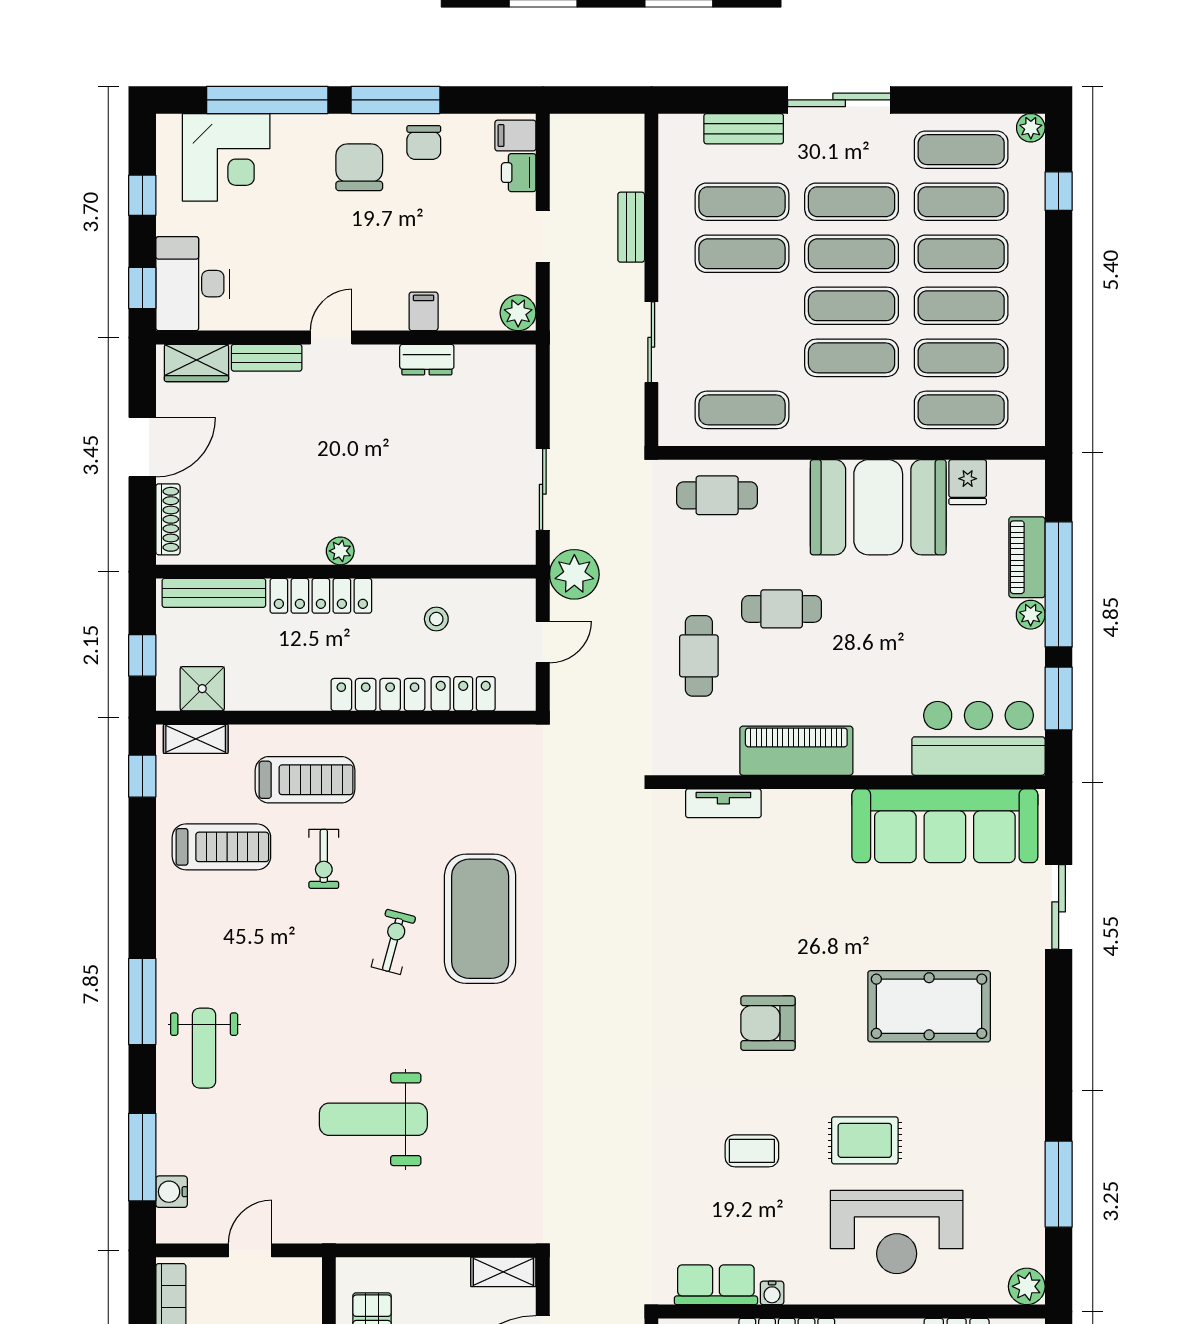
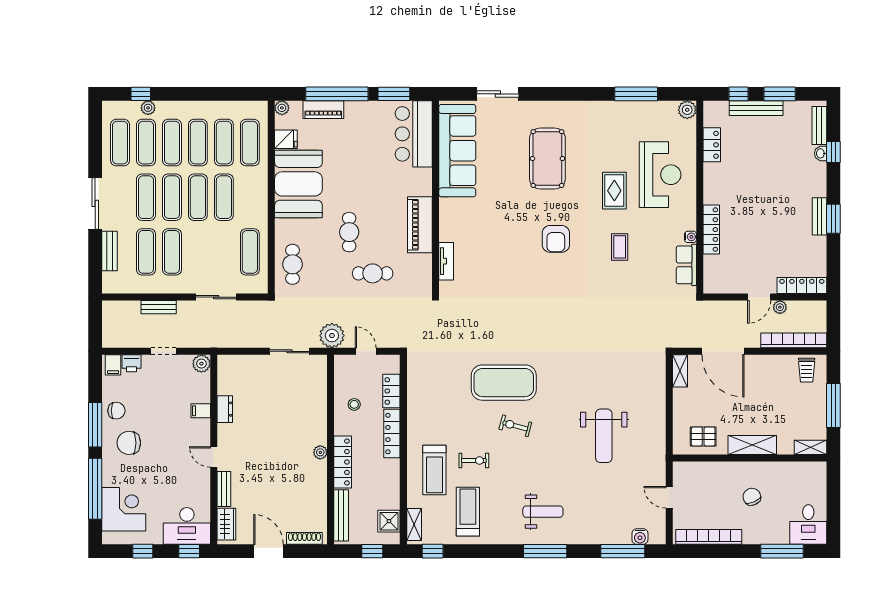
plant: (1031, 128) -> (148, 108), moved
plant: (1031, 615) -> (282, 108), moved
treadmill: (305, 780) -> (434, 470), turned 180
weight bench: (204, 1048) -> (543, 512), moved

